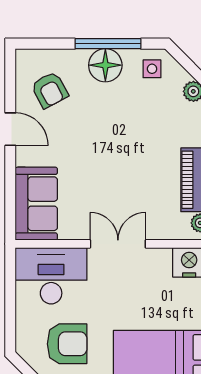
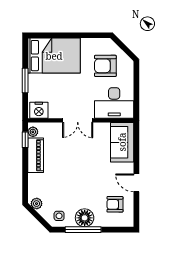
armchair: (50, 90) -> (115, 204), turned -62

